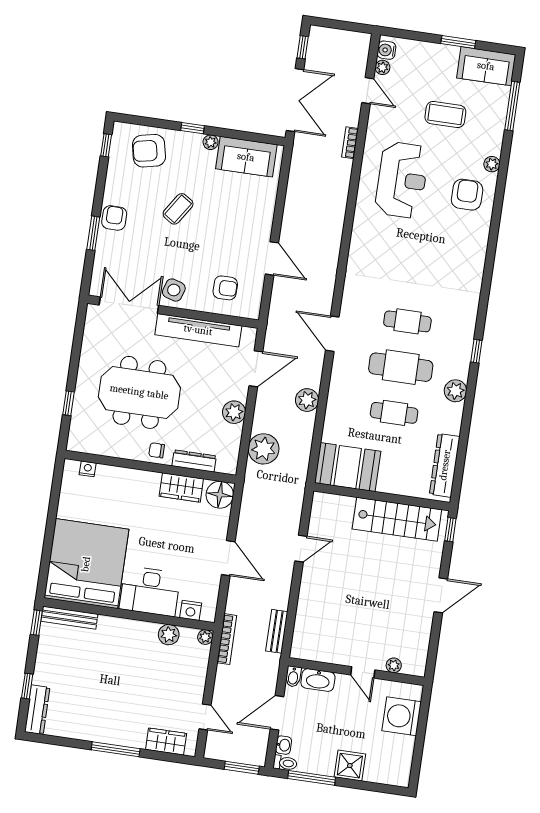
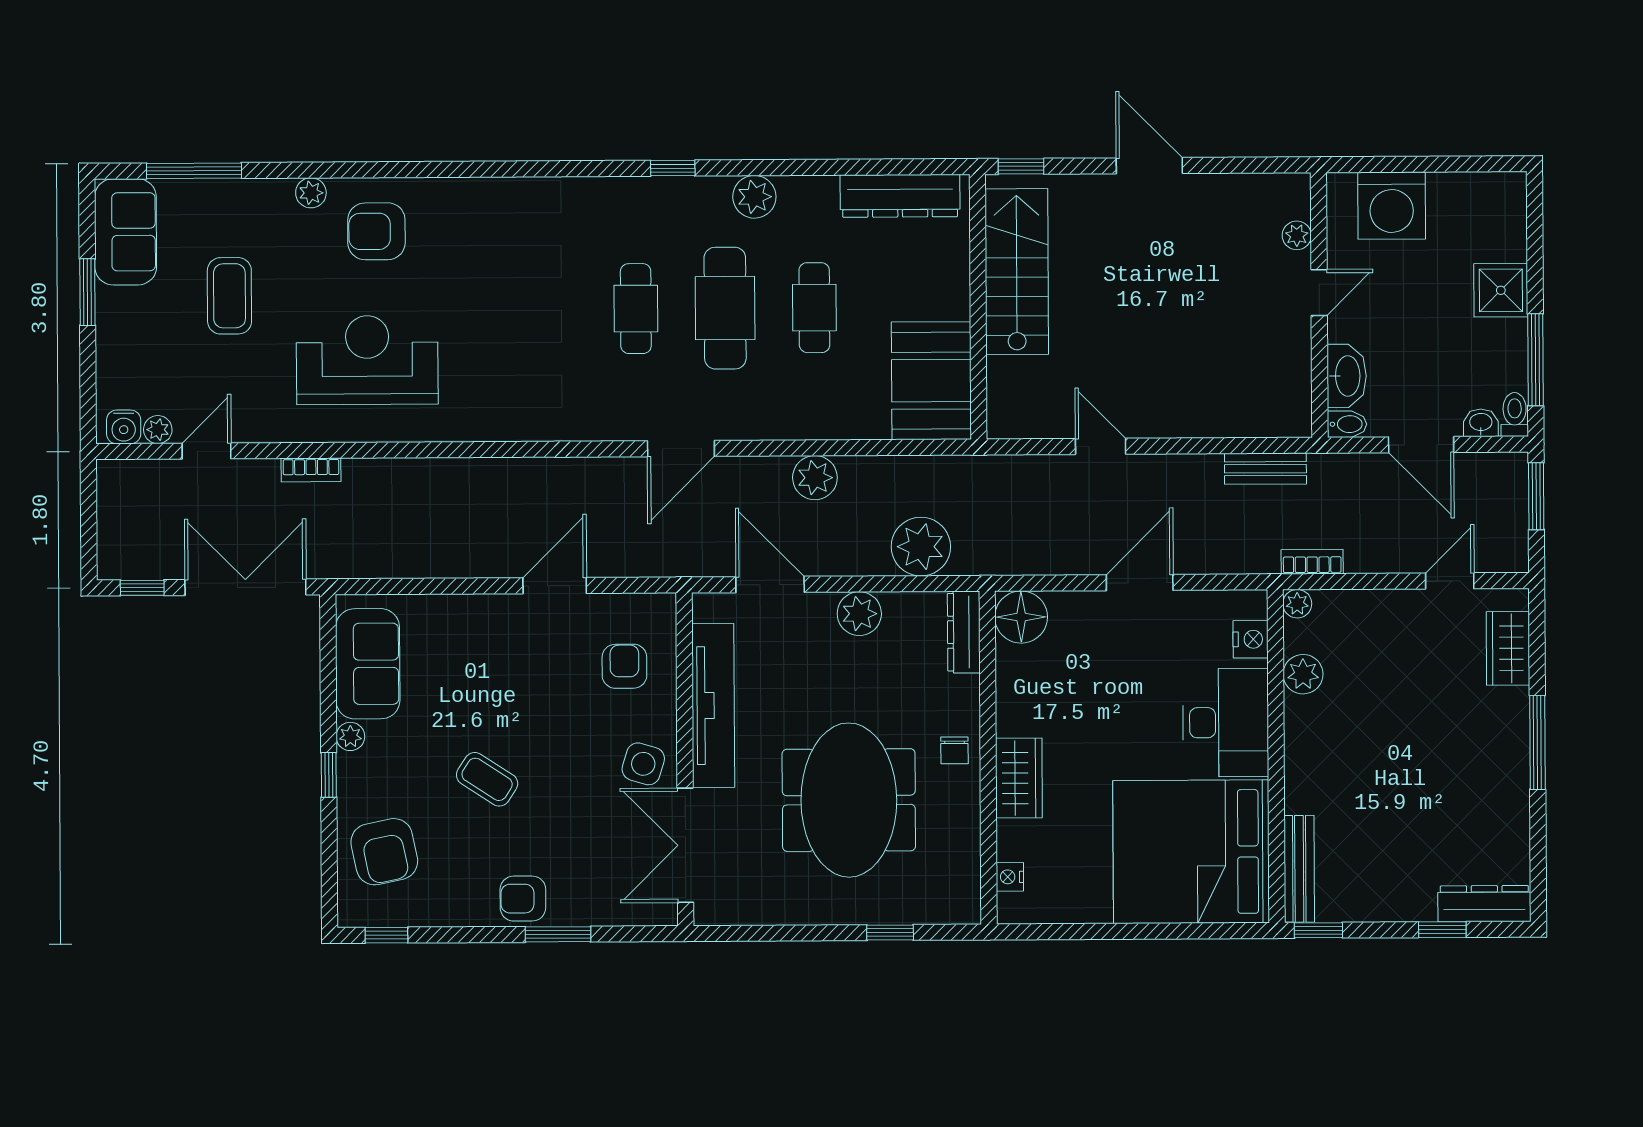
dresser: (194, 461) -> (964, 632), moved
wardrobe: (181, 488) -> (1019, 778), moved
bookcase: (227, 639) -> (1312, 562), width x0.64

